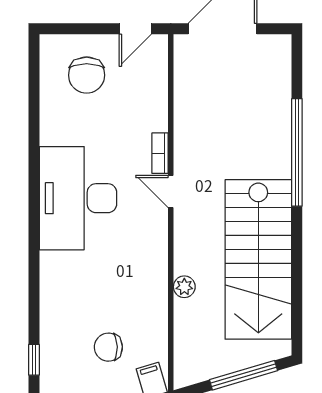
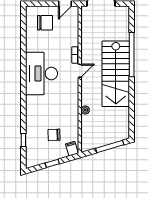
chair: (87, 75) -> (45, 23), turned -90
door: (171, 191) -> (80, 71), swing flipped
stairs: (258, 259) -> (116, 74), moved

